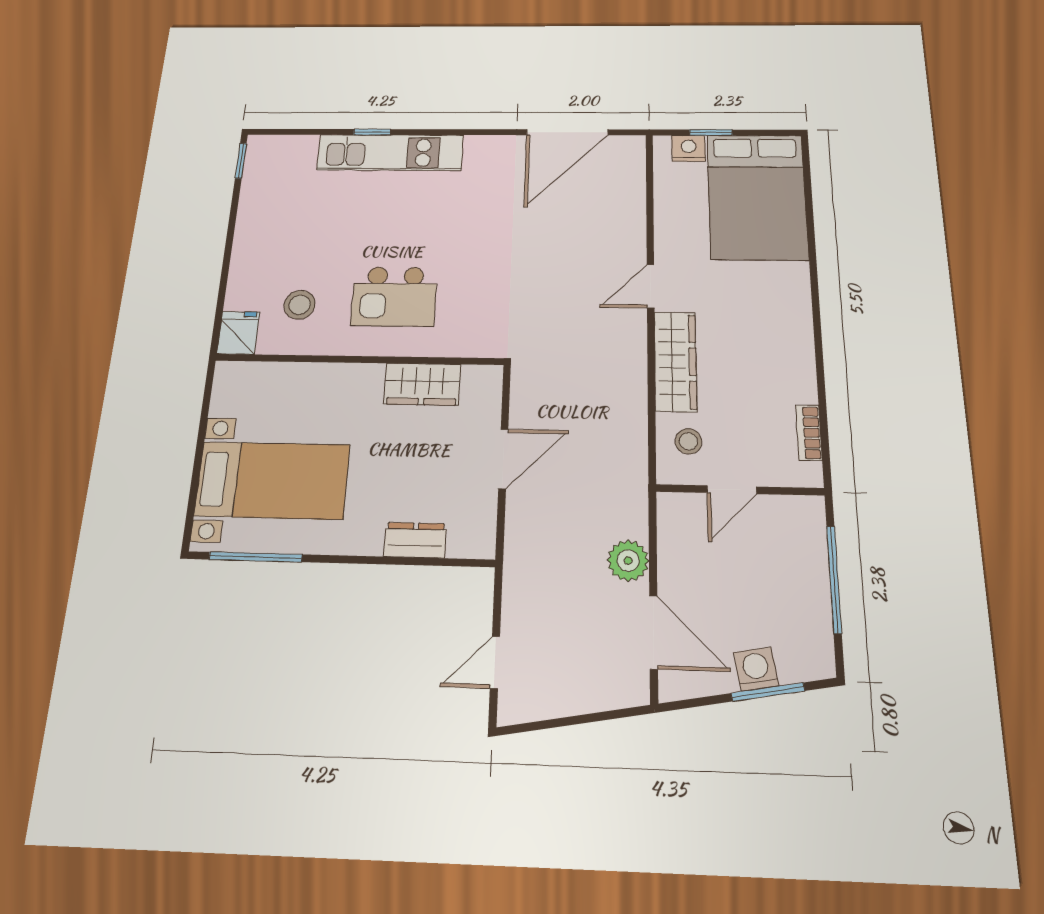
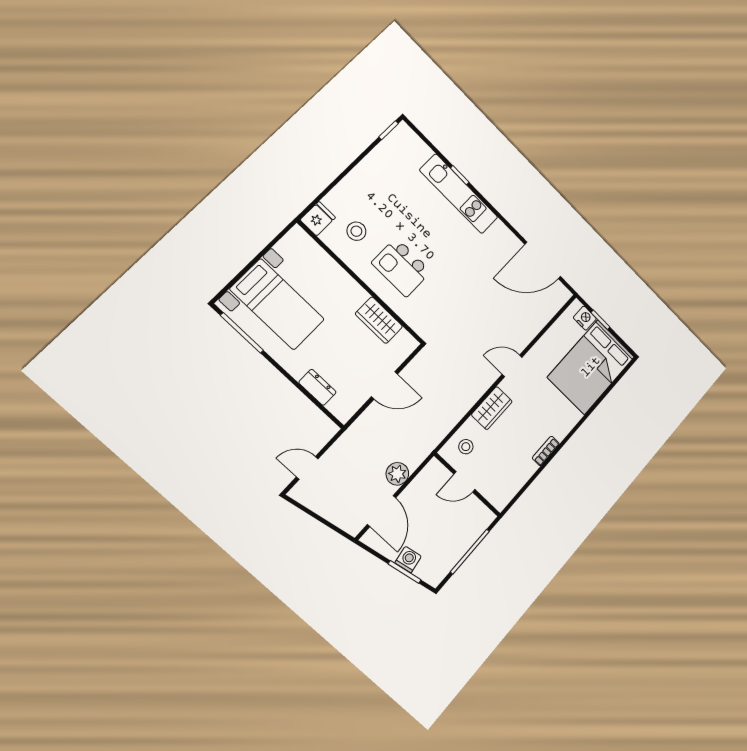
wardrobe: (675, 361) -> (492, 408), width x0.67
bookcase: (809, 433) -> (546, 451), moved

